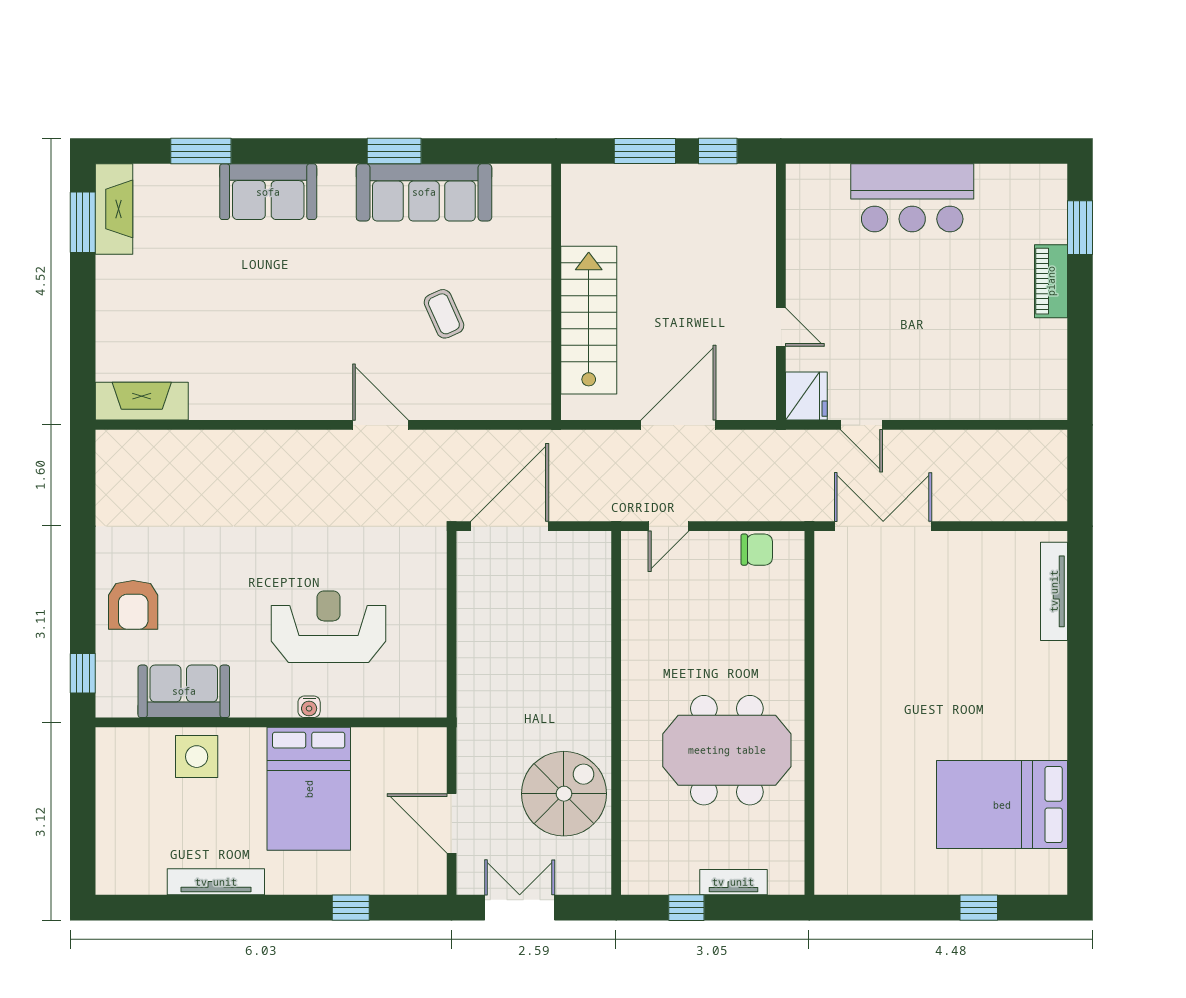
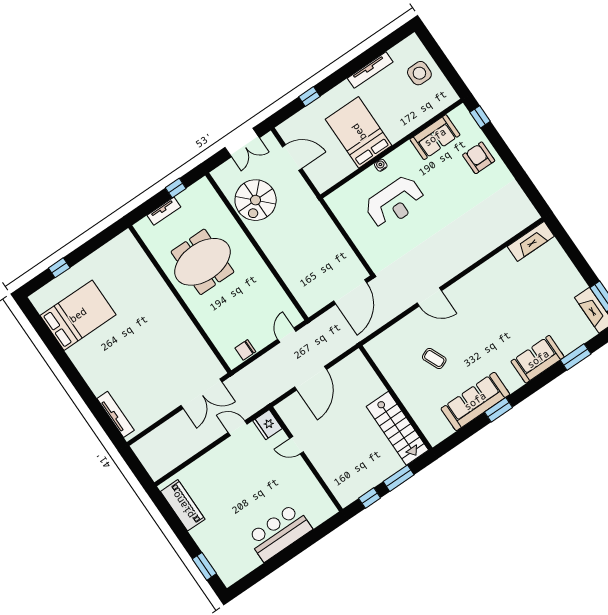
piano: (1051, 281) -> (183, 505), moved, width x1.37, depth x1.33
stairs: (589, 320) -> (397, 428), moved
side table: (197, 757) -> (419, 73), moved

